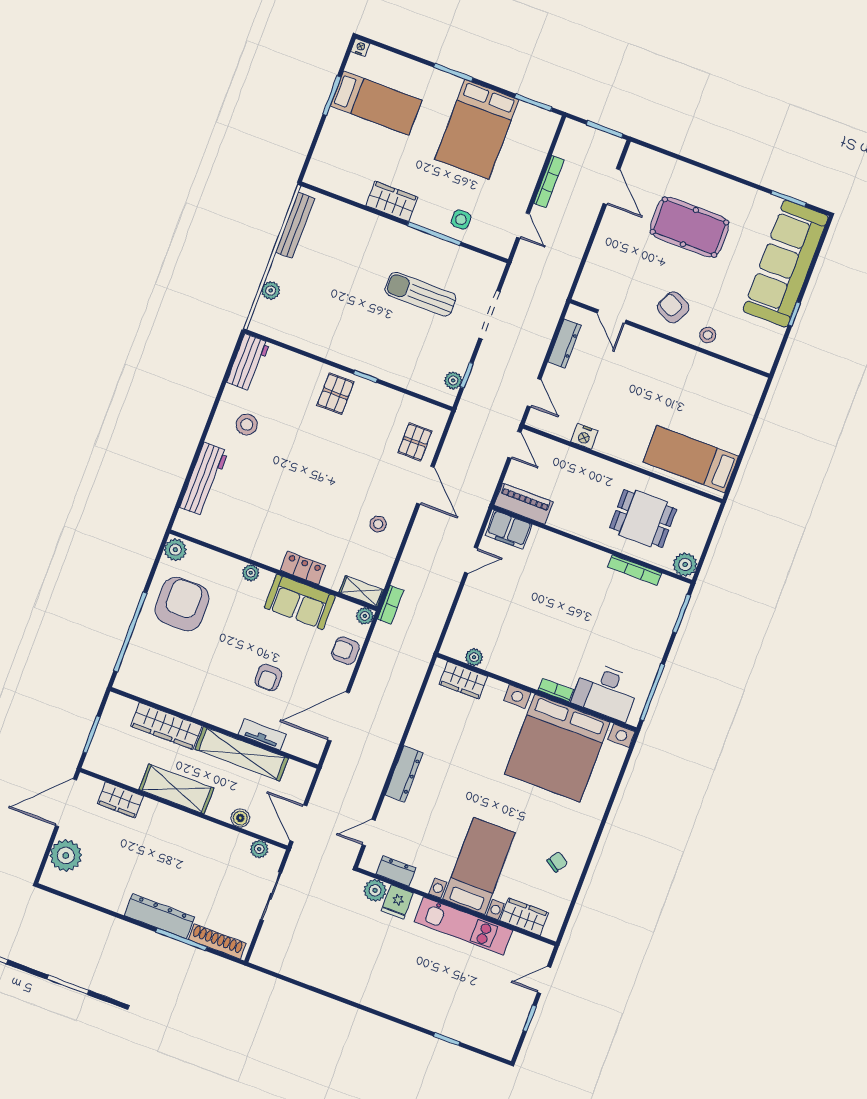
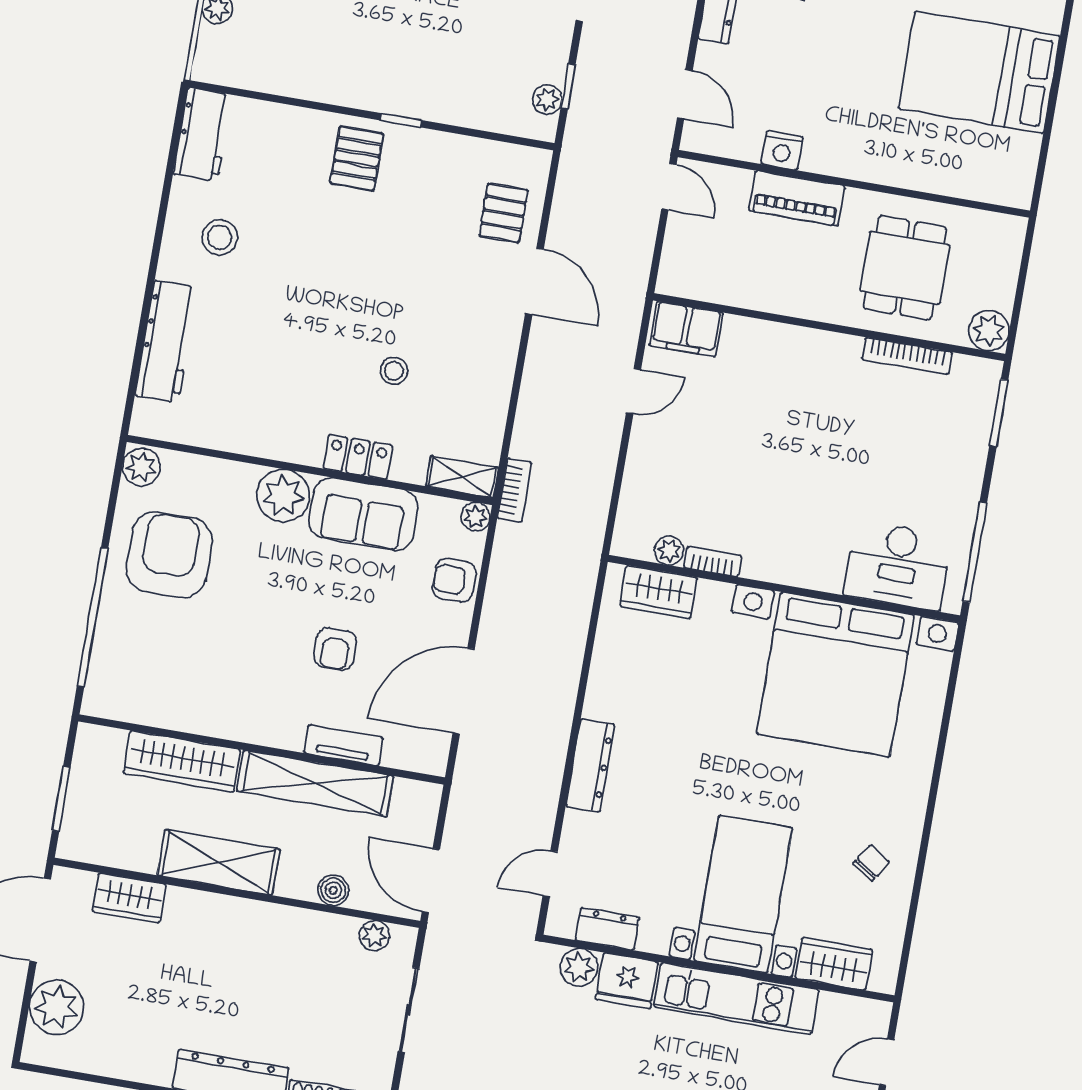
bed: (691, 459) -> (979, 72), moved, width x1.50
piano: (524, 504) -> (797, 198), moved, turned 180
dining table: (643, 518) -> (905, 268), turned 90
stool: (378, 524) -> (394, 371), moved
plant: (251, 573) -> (283, 496), width x1.88, depth x1.88
bookcase: (556, 690) -> (713, 562), moved
fridge: (397, 902) -> (627, 981), width x1.38

